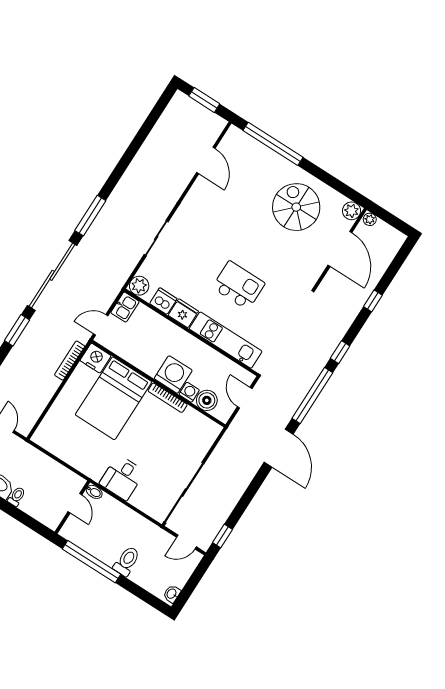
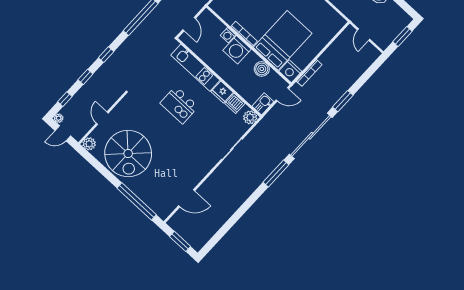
door: (206, 160) -> (187, 198), swing flipped
spiral stairs: (296, 207) -> (128, 153), width x1.37, depth x1.37
plant: (370, 219) -> (59, 118), moved
door: (390, 219) -> (63, 133), added
door: (340, 249) -> (102, 118), width x0.53
window: (395, 266) -> (65, 99), added
window: (340, 352) -> (106, 55), moved
boiler: (207, 400) -> (262, 69), moved

